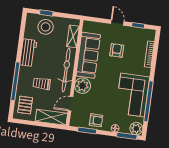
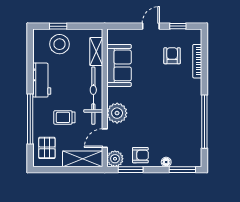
door: (117, 23) -> (151, 26), hinge flipped
armchair: (117, 50) -> (172, 56), moved
sofa: (88, 55) -> (119, 65), width x0.73
corner sofa: (133, 95) -> (183, 116), removed
plant: (136, 129) -> (115, 159), moved

